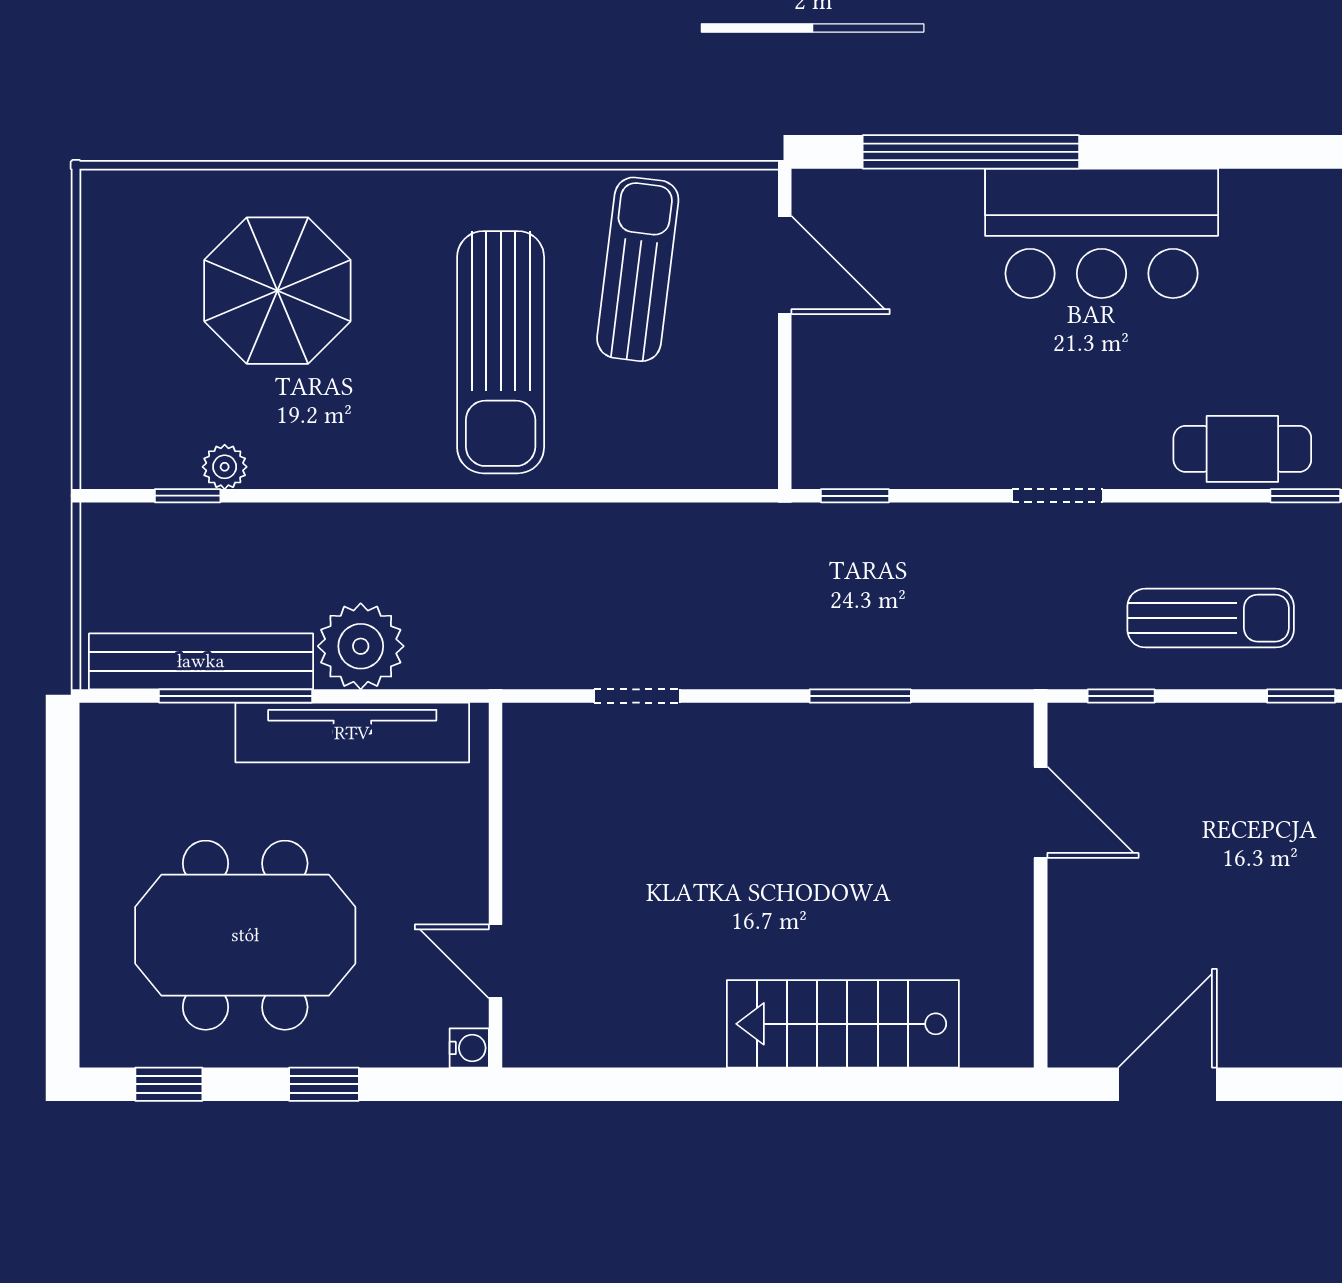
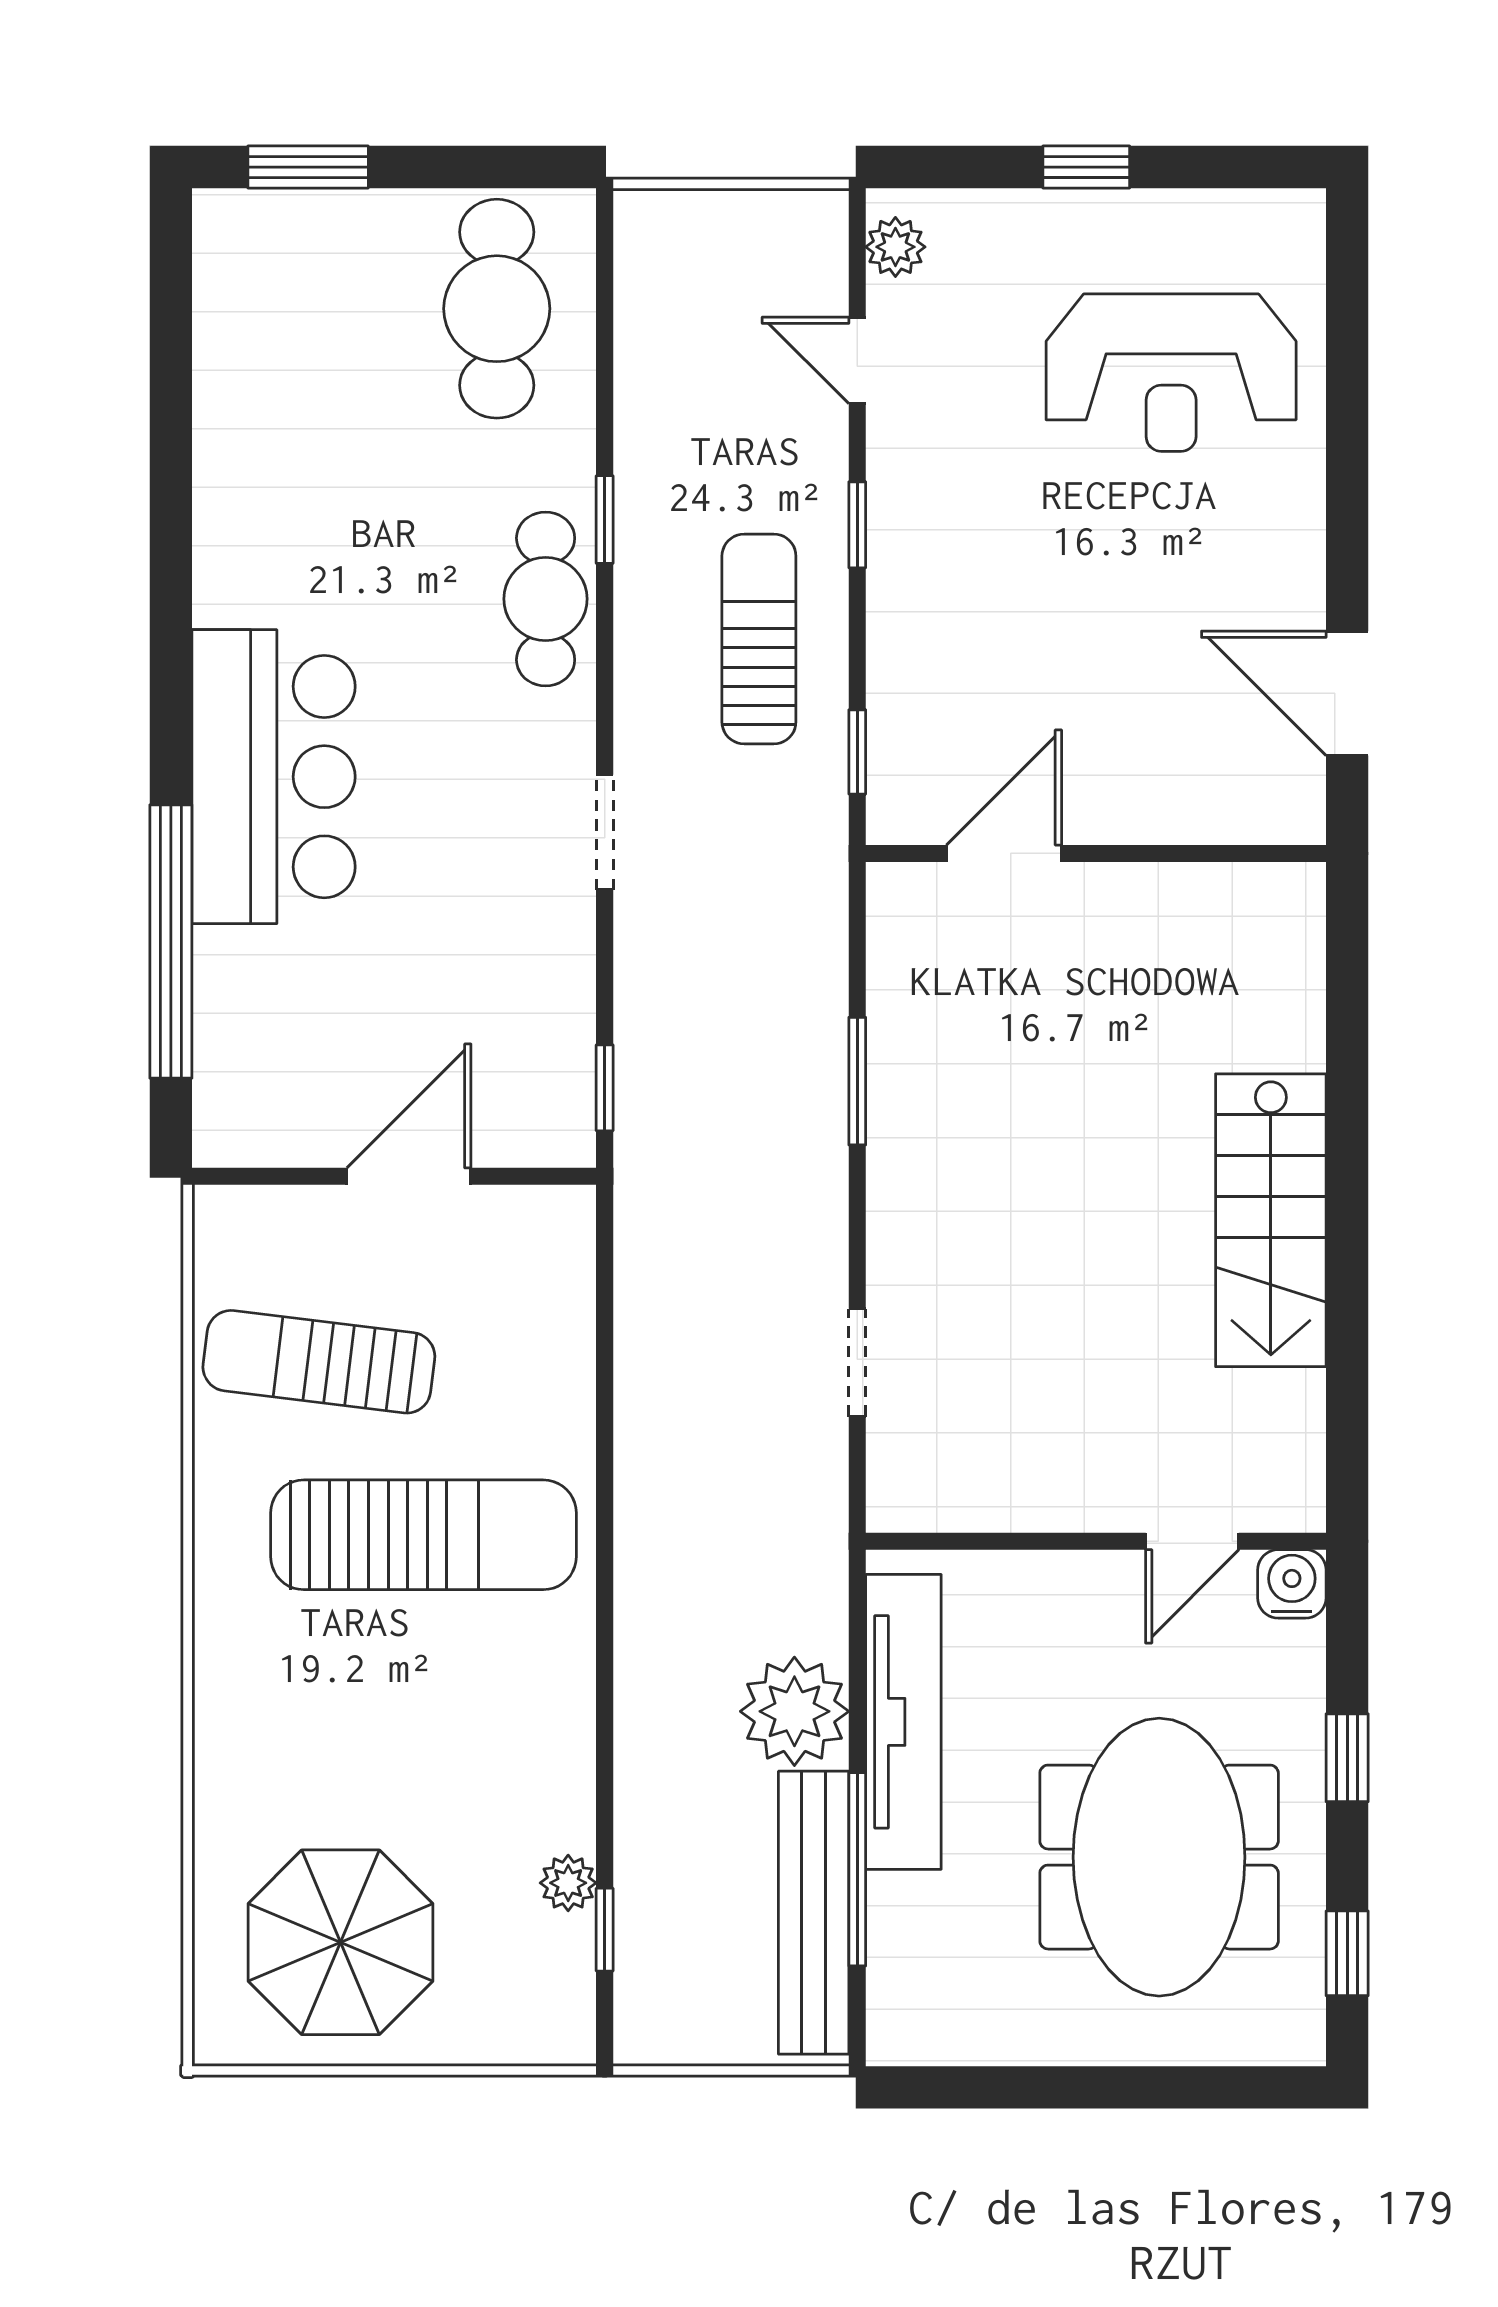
door: (785, 265) -> (409, 1176), moved
parasol: (277, 291) -> (341, 1942), moved
stairs: (843, 1024) -> (1271, 1220), moved
water cooler: (469, 1048) -> (1292, 1584), width x1.38, depth x1.38

